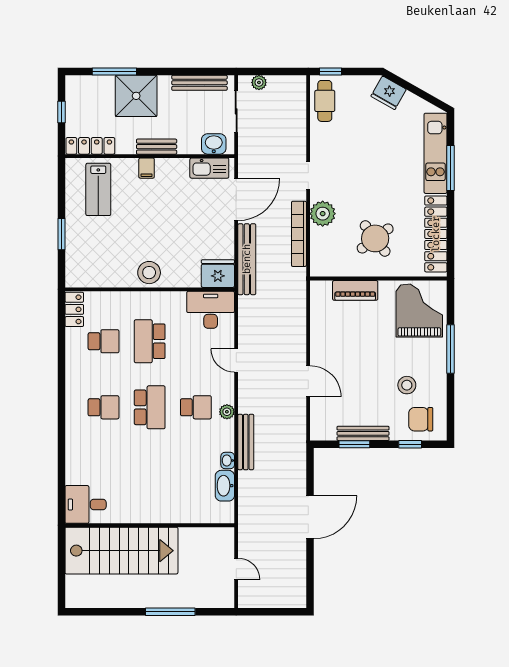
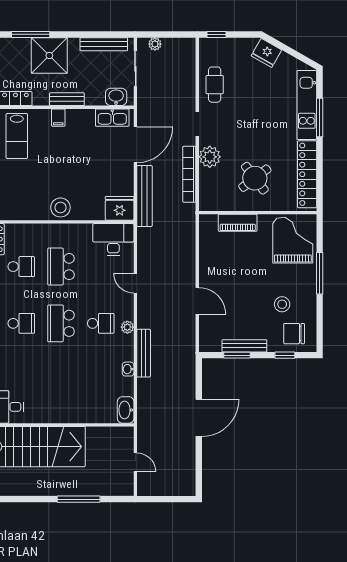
cafe table: (325, 101) -> (215, 85), moved
school desk: (150, 407) -> (61, 323), turned 180
washbasin: (225, 486) -> (126, 410), moved

